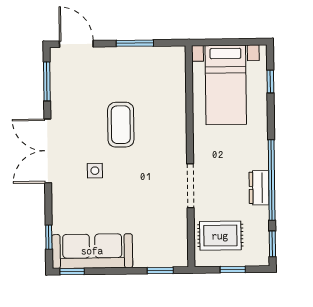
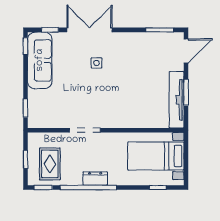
tv unit: (146, 56) -> (177, 100), added
coffee table: (121, 125) -> (129, 82), removed
double door: (48, 151) -> (90, 30), moved
dresser: (259, 188) -> (95, 179), moved
rug: (220, 236) -> (50, 164), moved

